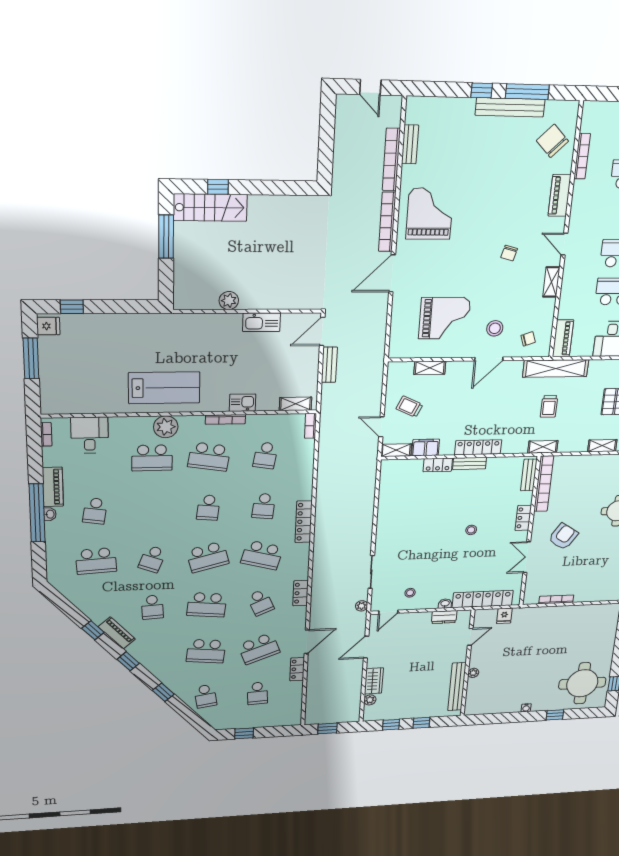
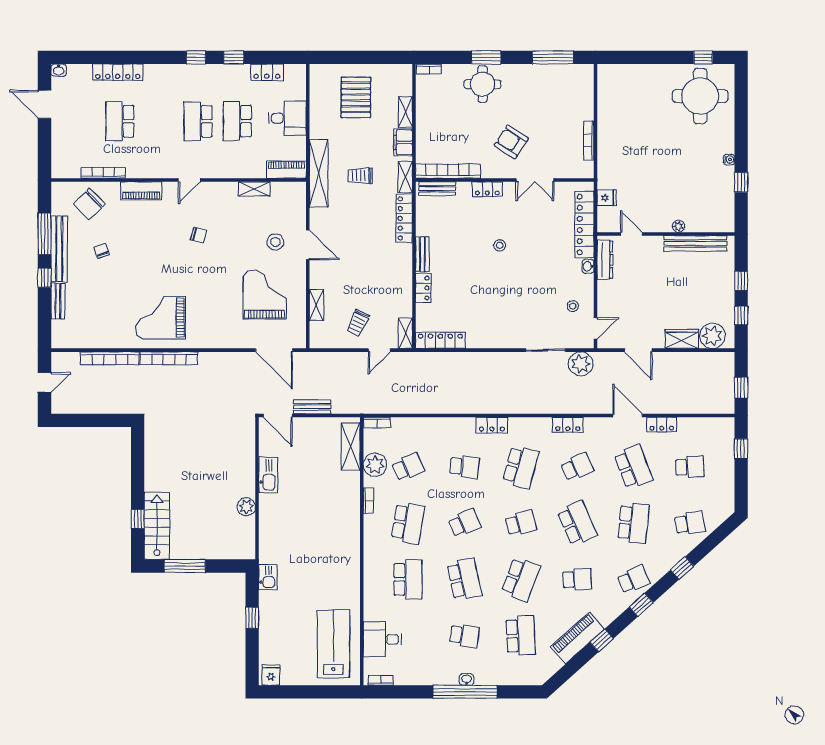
bench: (410, 144) -> (58, 301), moved, turned 90
door: (392, 273) -> (274, 350), moved
shelving: (551, 282) -> (254, 189), moved
window: (72, 307) -> (252, 618), moved
chair: (528, 339) -> (101, 251), moved
window: (31, 358) -> (303, 692), removed
lab bench: (164, 388) -> (333, 644), moved
kitchen sink: (243, 403) -> (268, 577), moved, turned 180
shelving: (296, 404) -> (351, 447), width x1.50, depth x1.33
trolley: (549, 406) -> (360, 176), turned 180
bookcase: (225, 419) -> (368, 501), width x0.64
plant: (166, 427) -> (375, 465), moved
filing cabinet: (426, 447) -> (403, 142), moved
locker: (478, 447) -> (404, 218), moved
school desk: (265, 455) -> (408, 467), turned -33
locker: (387, 481) -> (440, 340), added
piano: (53, 487) -> (437, 676), removed
school desk: (208, 508) -> (464, 523), turned -30
school desk: (152, 509) -> (464, 579), added
locker: (304, 522) -> (492, 425), width x0.66
school desk: (208, 557) -> (521, 523), width x0.54
school desk: (152, 559) -> (521, 579), width x1.85
school desk: (207, 605) -> (577, 523), turned -30
plant: (362, 606) -> (581, 364), width x1.88, depth x1.88
door: (388, 612) -> (596, 328), hinge flipped
dresser: (444, 617) -> (605, 260), width x1.44
piano: (117, 633) -> (577, 638), moved, width x1.37, depth x1.33
school desk: (152, 654) -> (633, 579), added
plant: (370, 700) -> (712, 336), width x1.88, depth x1.88
window: (555, 715) -> (741, 182), moved
window: (244, 733) -> (741, 449), moved

